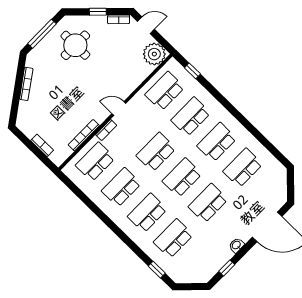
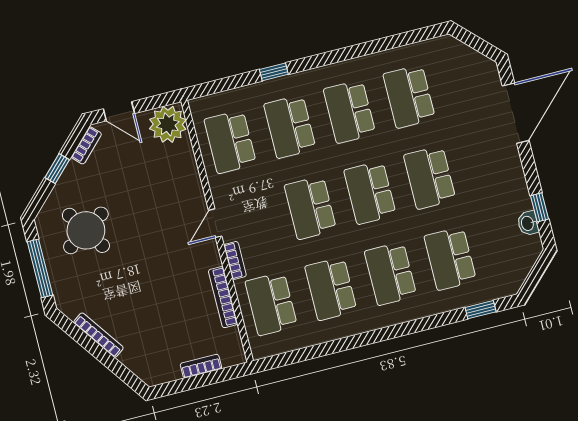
door: (146, 25) -> (119, 111), swing flipped
round table: (75, 45) -> (86, 230), turned -33
window: (192, 71) -> (274, 72), moved
washbasin: (236, 245) -> (528, 223), moved

